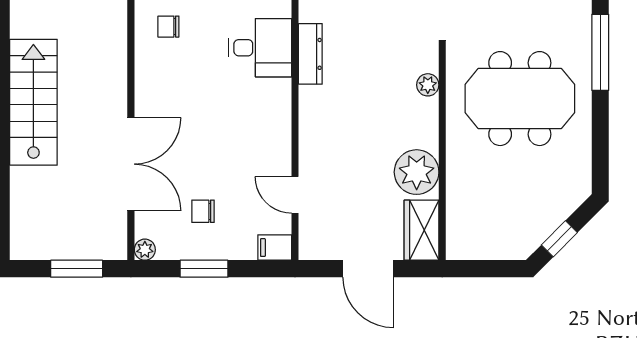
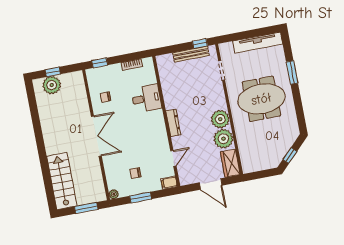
window: (600, 52) -> (292, 72), width x0.69
dresser: (310, 54) -> (173, 123), moved
plant: (428, 85) -> (220, 119), moved, width x1.88, depth x1.88
stairs: (33, 102) -> (62, 181), moved
double door: (131, 164) -> (96, 136), moved
door: (295, 195) -> (173, 158), swing flipped

